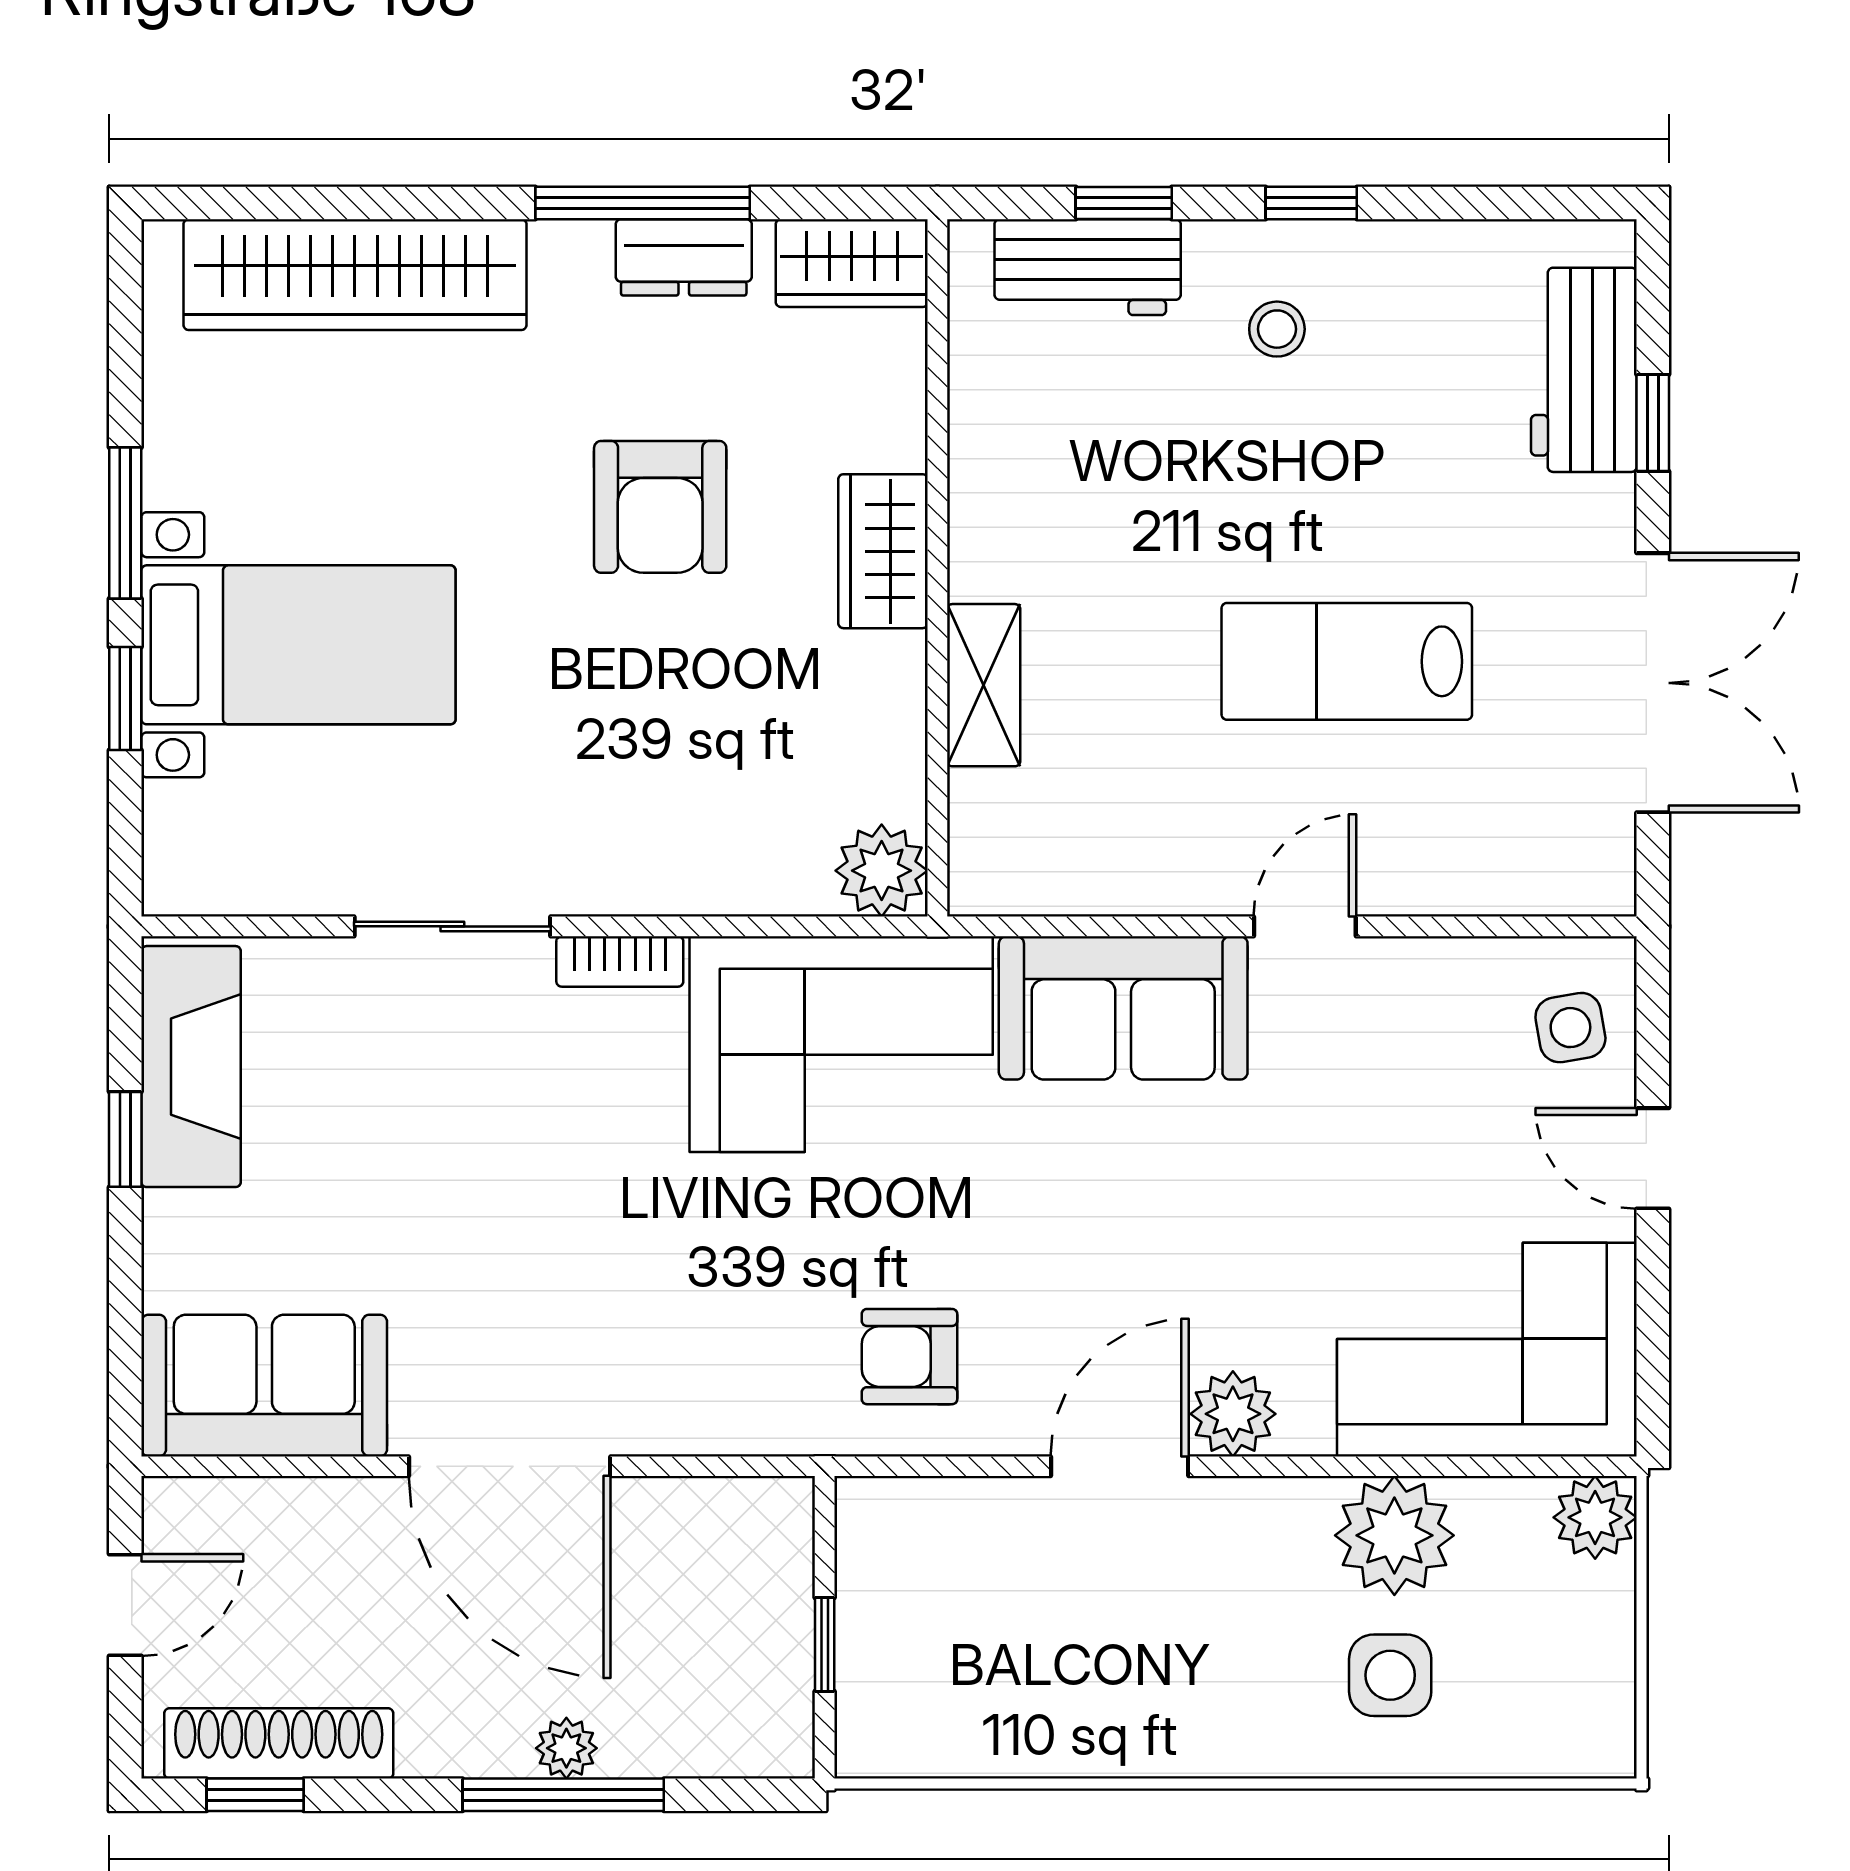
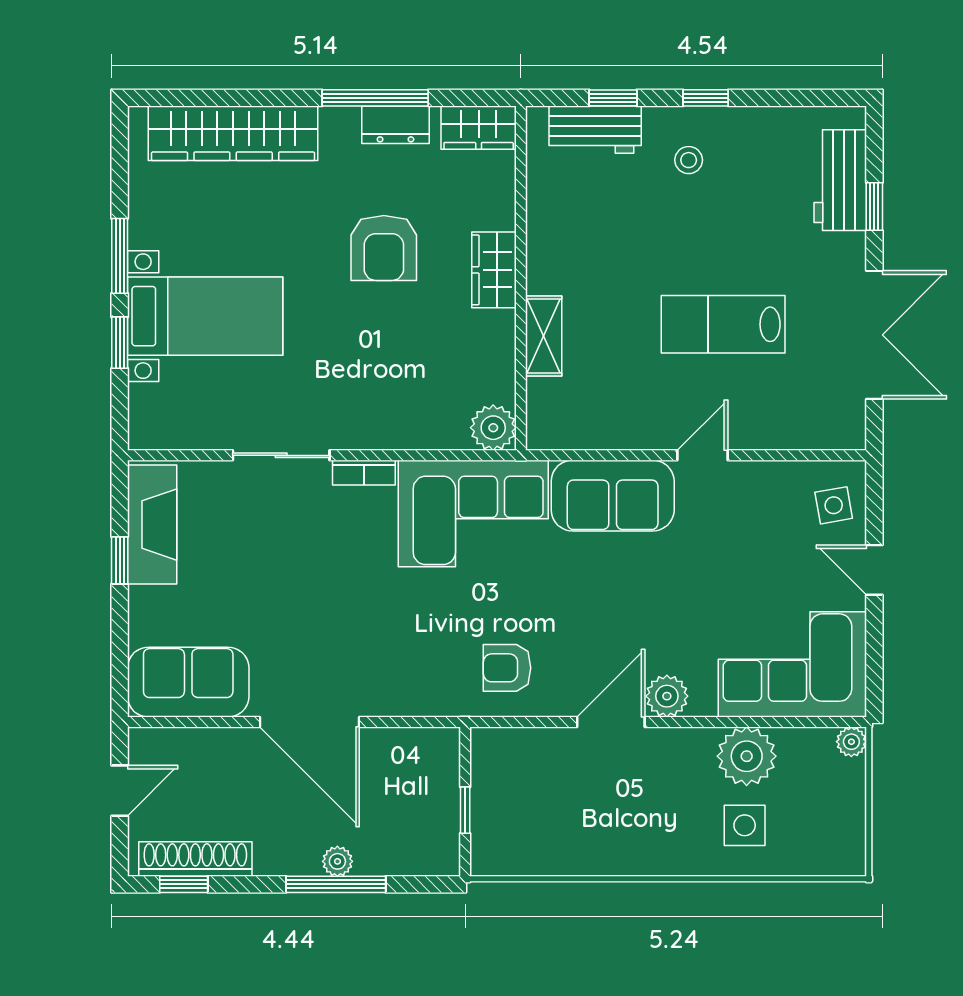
plant: (1595, 1517) -> (851, 742), width x0.73, depth x0.73

